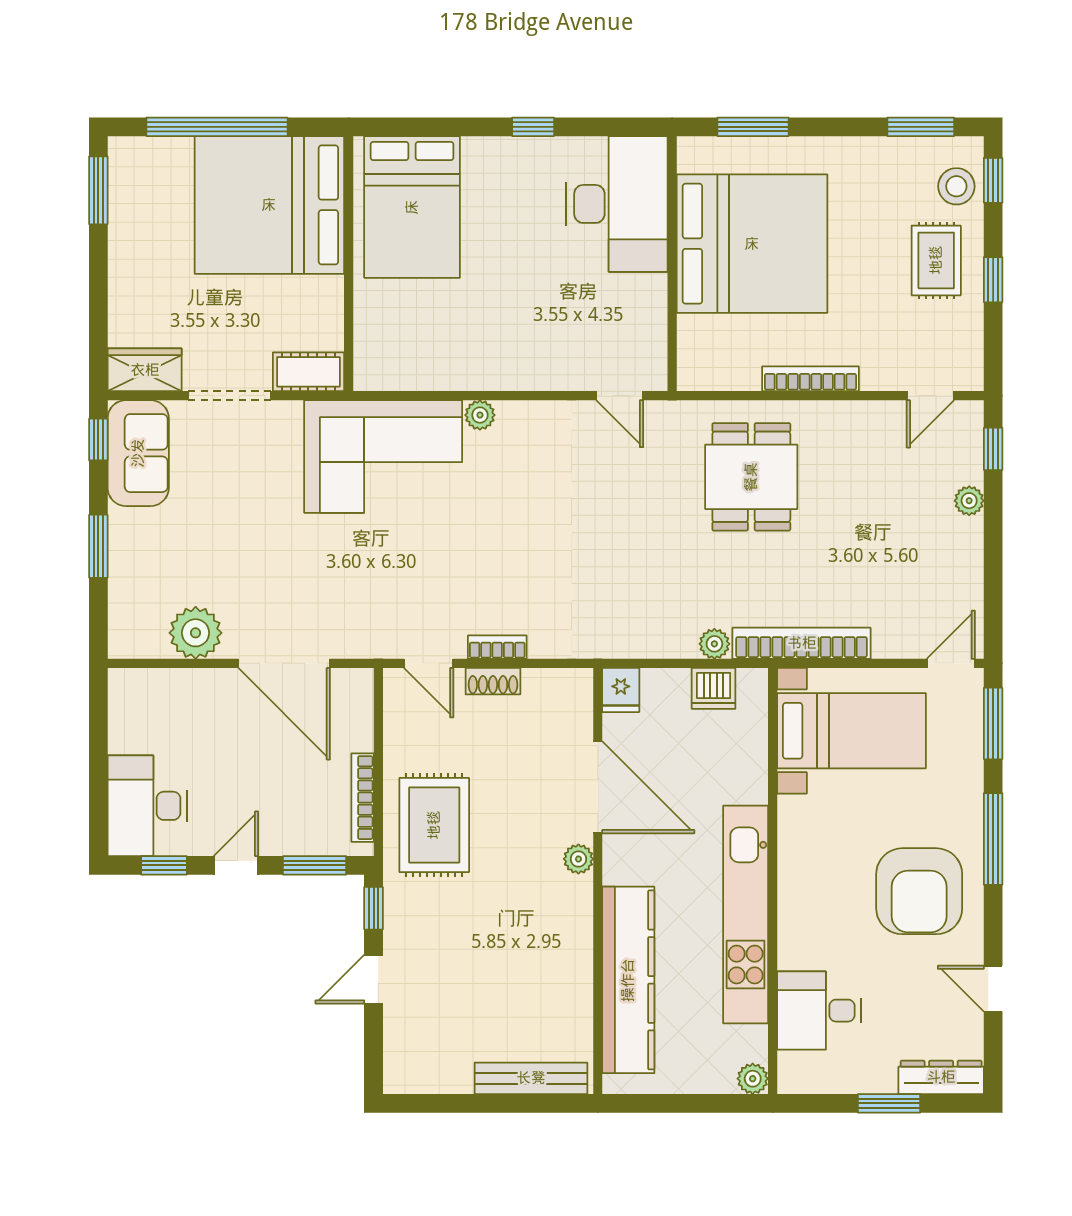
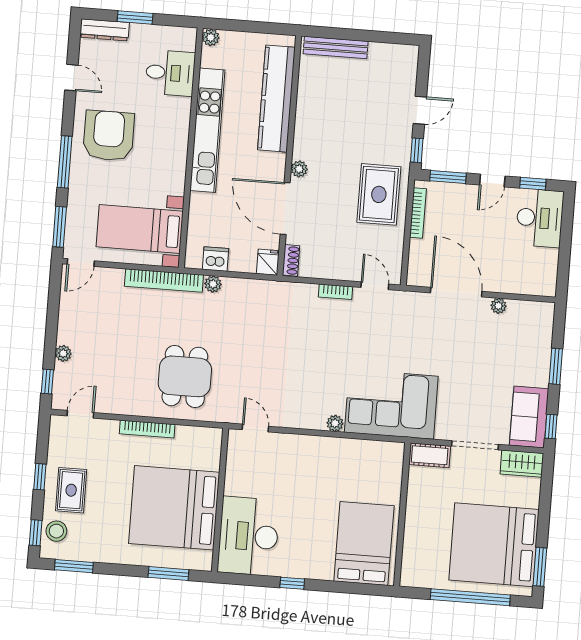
bed: (269, 205) -> (494, 545), moved, turned 180
plant: (196, 633) -> (498, 306), width x0.53, depth x0.53
shoe rack: (493, 681) -> (291, 260), moved, turned 90

